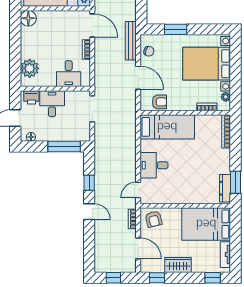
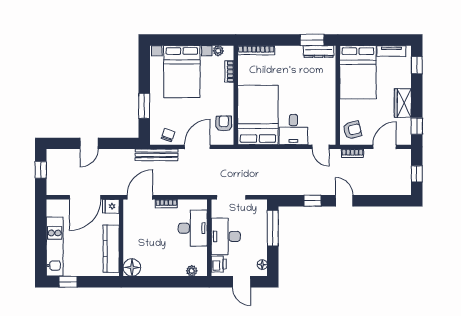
plant: (30, 68) -> (192, 271), width x0.53, depth x0.53
desk: (69, 74) -> (193, 228), width x1.37
desk: (52, 104) -> (226, 236), width x1.37
bed: (167, 127) -> (258, 115), width x1.50
door: (89, 212) -> (344, 201), hinge flipped

